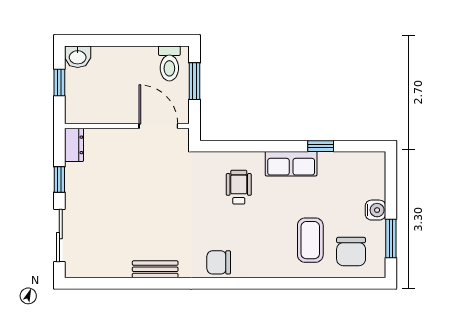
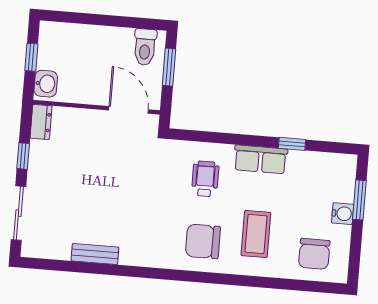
washbasin: (78, 57) -> (46, 84), moved, turned -90
window: (391, 238) -> (359, 200), moved
coffee table: (310, 240) -> (256, 234), moved
chair: (219, 262) -> (203, 241), moved, width x1.37, depth x1.37
bench: (155, 269) -> (95, 254), moved

